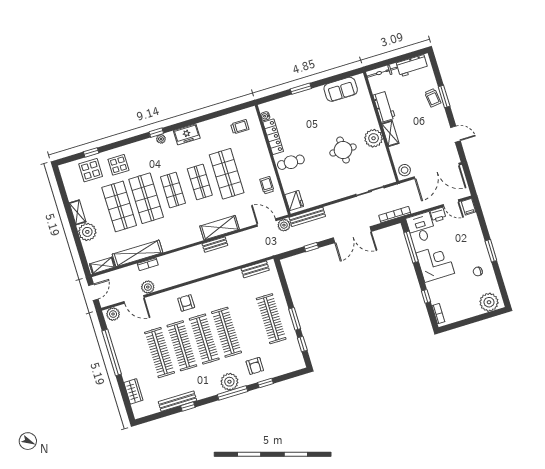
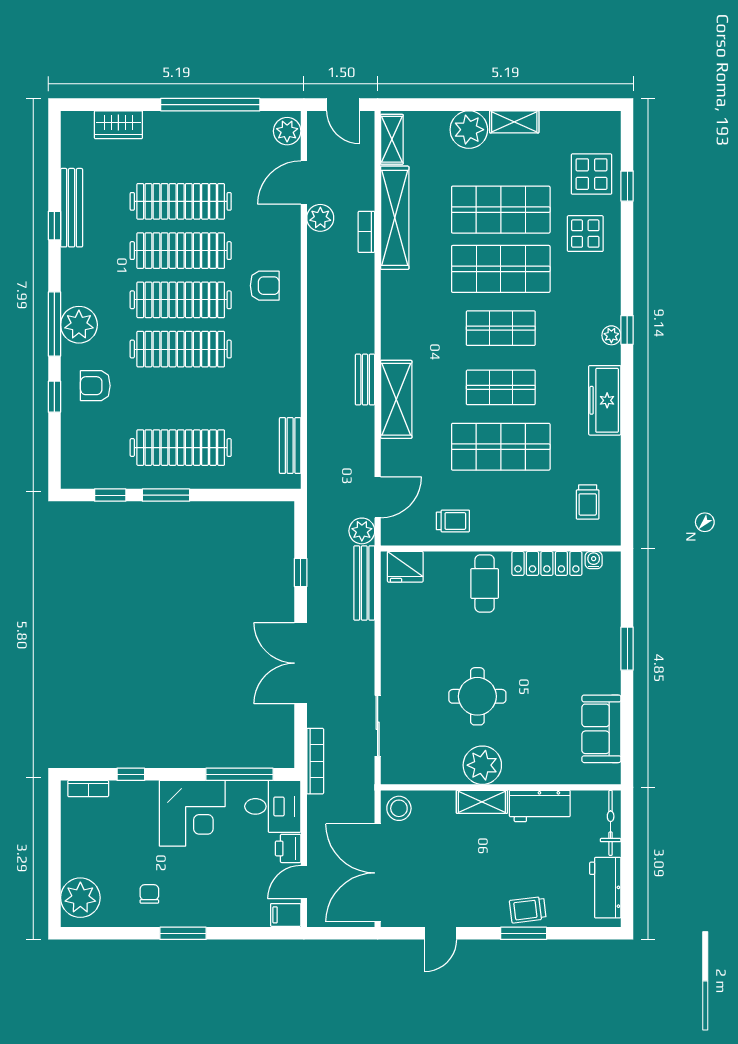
freezer: (187, 134) -> (605, 400), width x1.40

